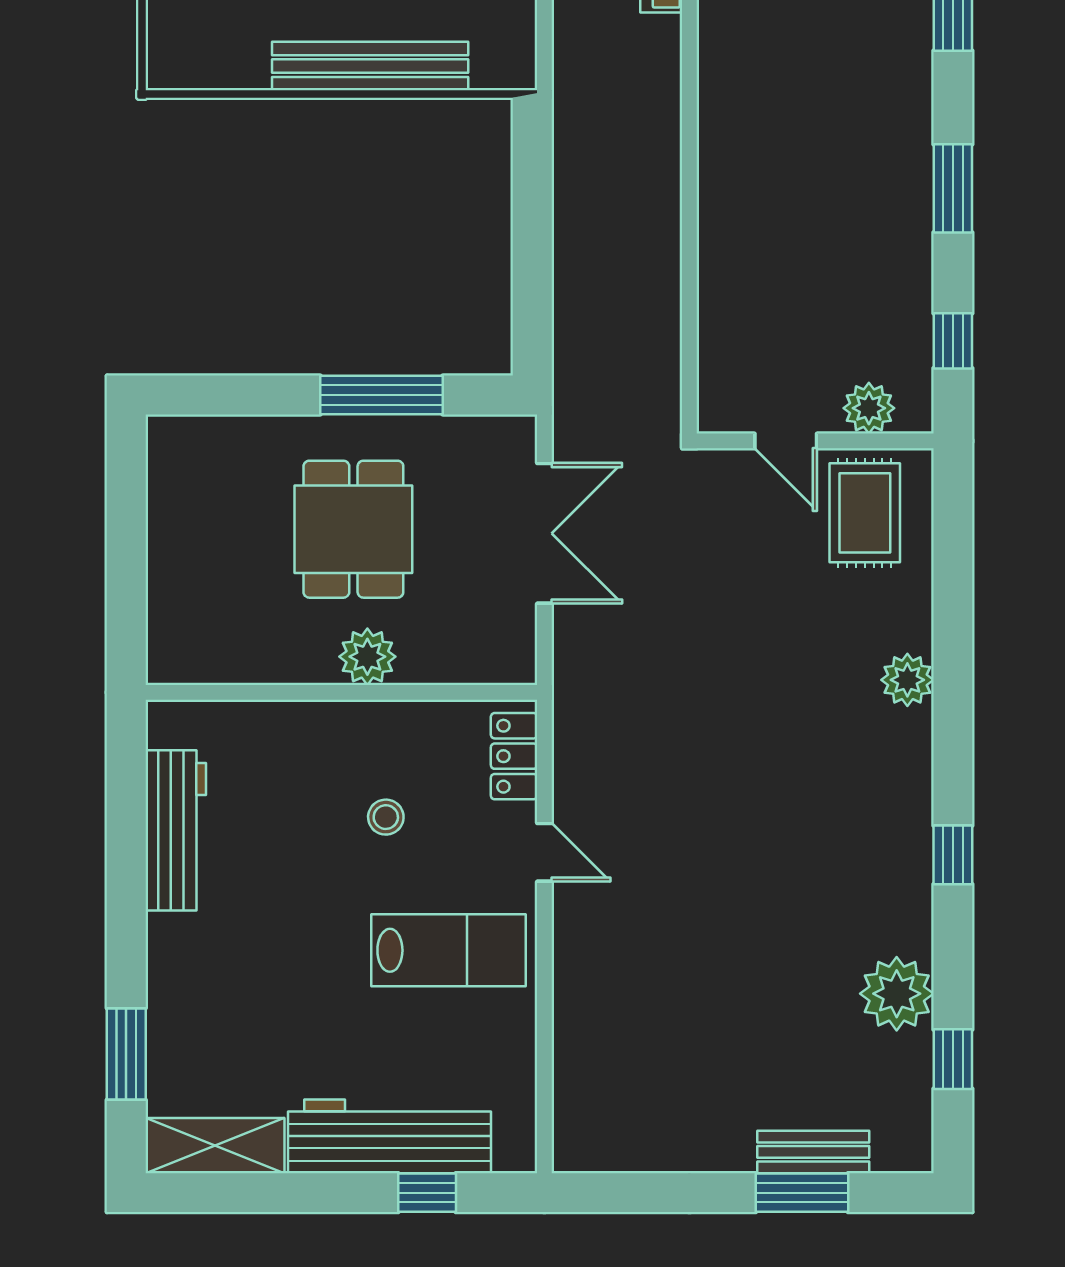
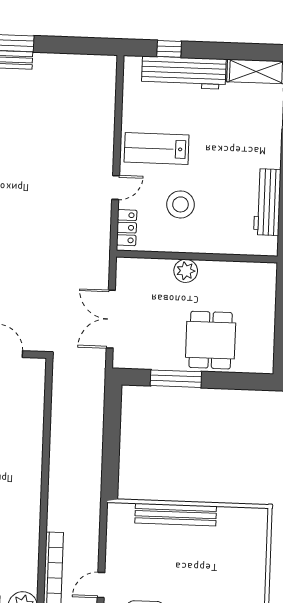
dining table: (353, 529) -> (211, 340), moved
stool: (386, 817) -> (180, 204), width x1.89, depth x1.89
door: (544, 852) -> (116, 187), swing flipped

